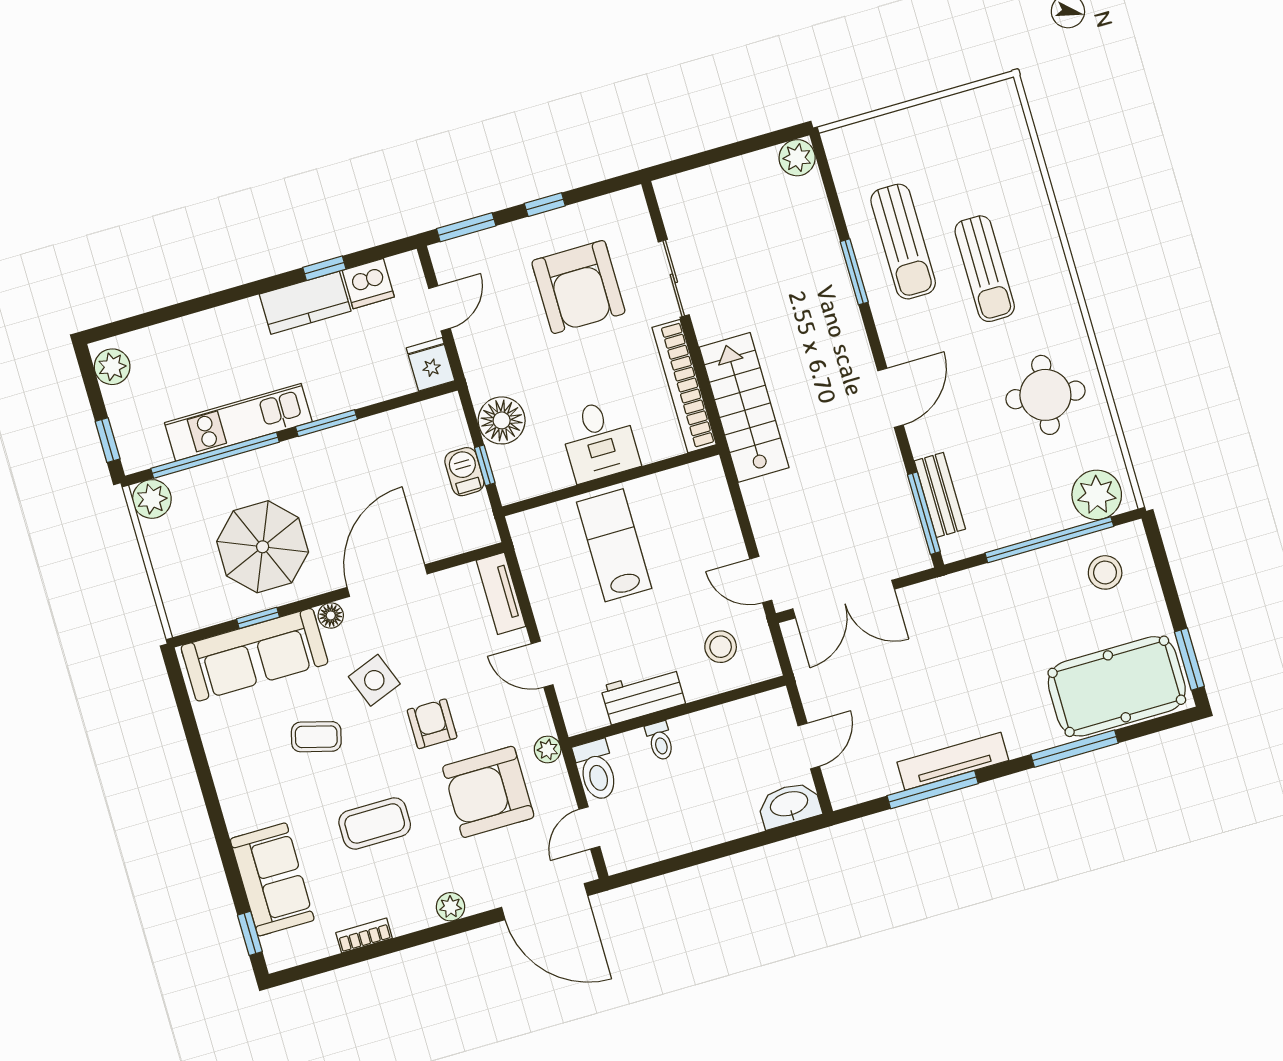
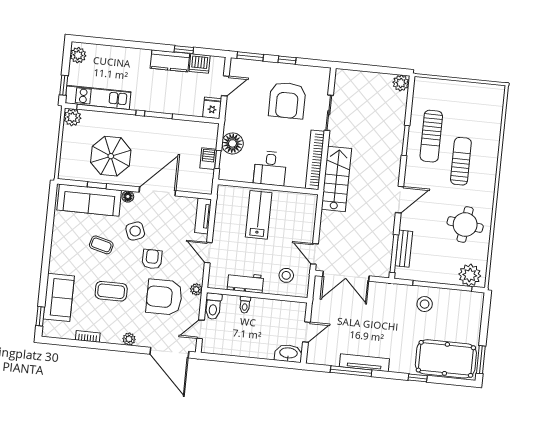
sun lounger: (985, 269) -> (461, 161), turned 180
kitchen unit: (238, 422) -> (98, 97), moved
stool: (1105, 572) -> (425, 304), moved
window: (1075, 749) -> (418, 378), width x0.46

